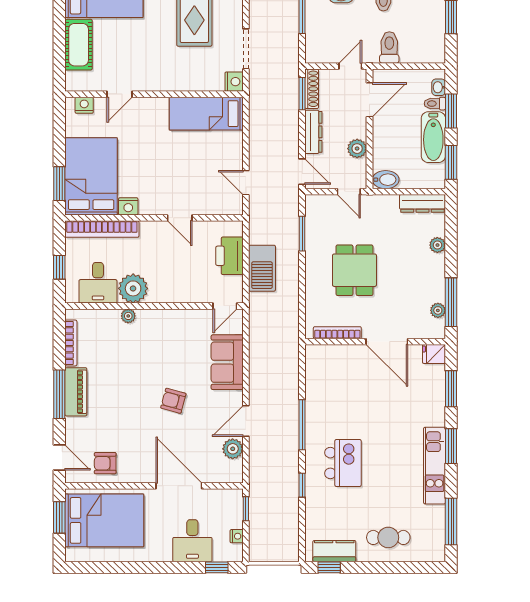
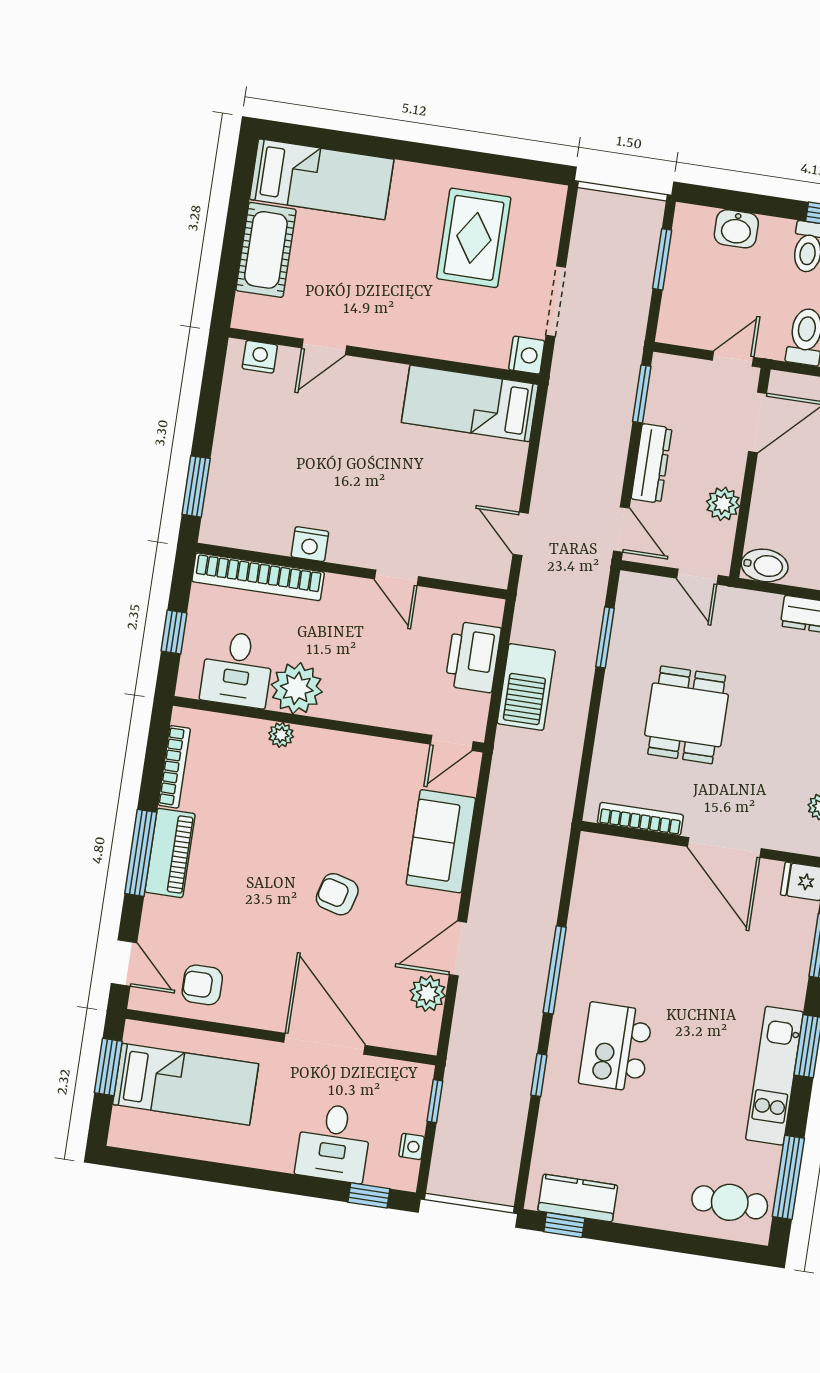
shoe rack: (312, 89) -> (660, 388), removed
bed: (91, 176) -> (253, 482), removed
kitchen island: (343, 463) -> (616, 1047), turned 180
bed: (104, 520) -> (186, 1084), width x0.67
cafe table: (388, 537) -> (730, 1202), moved

